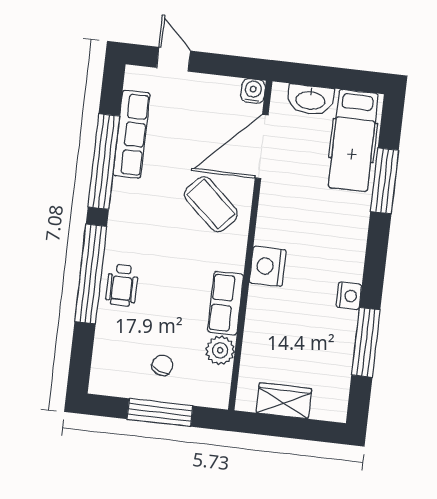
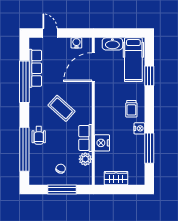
water cooler: (253, 91) -> (76, 43), moved
window: (385, 181) -> (149, 76), width x0.69
coffee table: (211, 204) -> (61, 108), moved
trolley: (336, 250) -> (131, 109), added
nightstand: (268, 266) -> (102, 143), moved
window: (91, 274) -> (24, 149), moved

